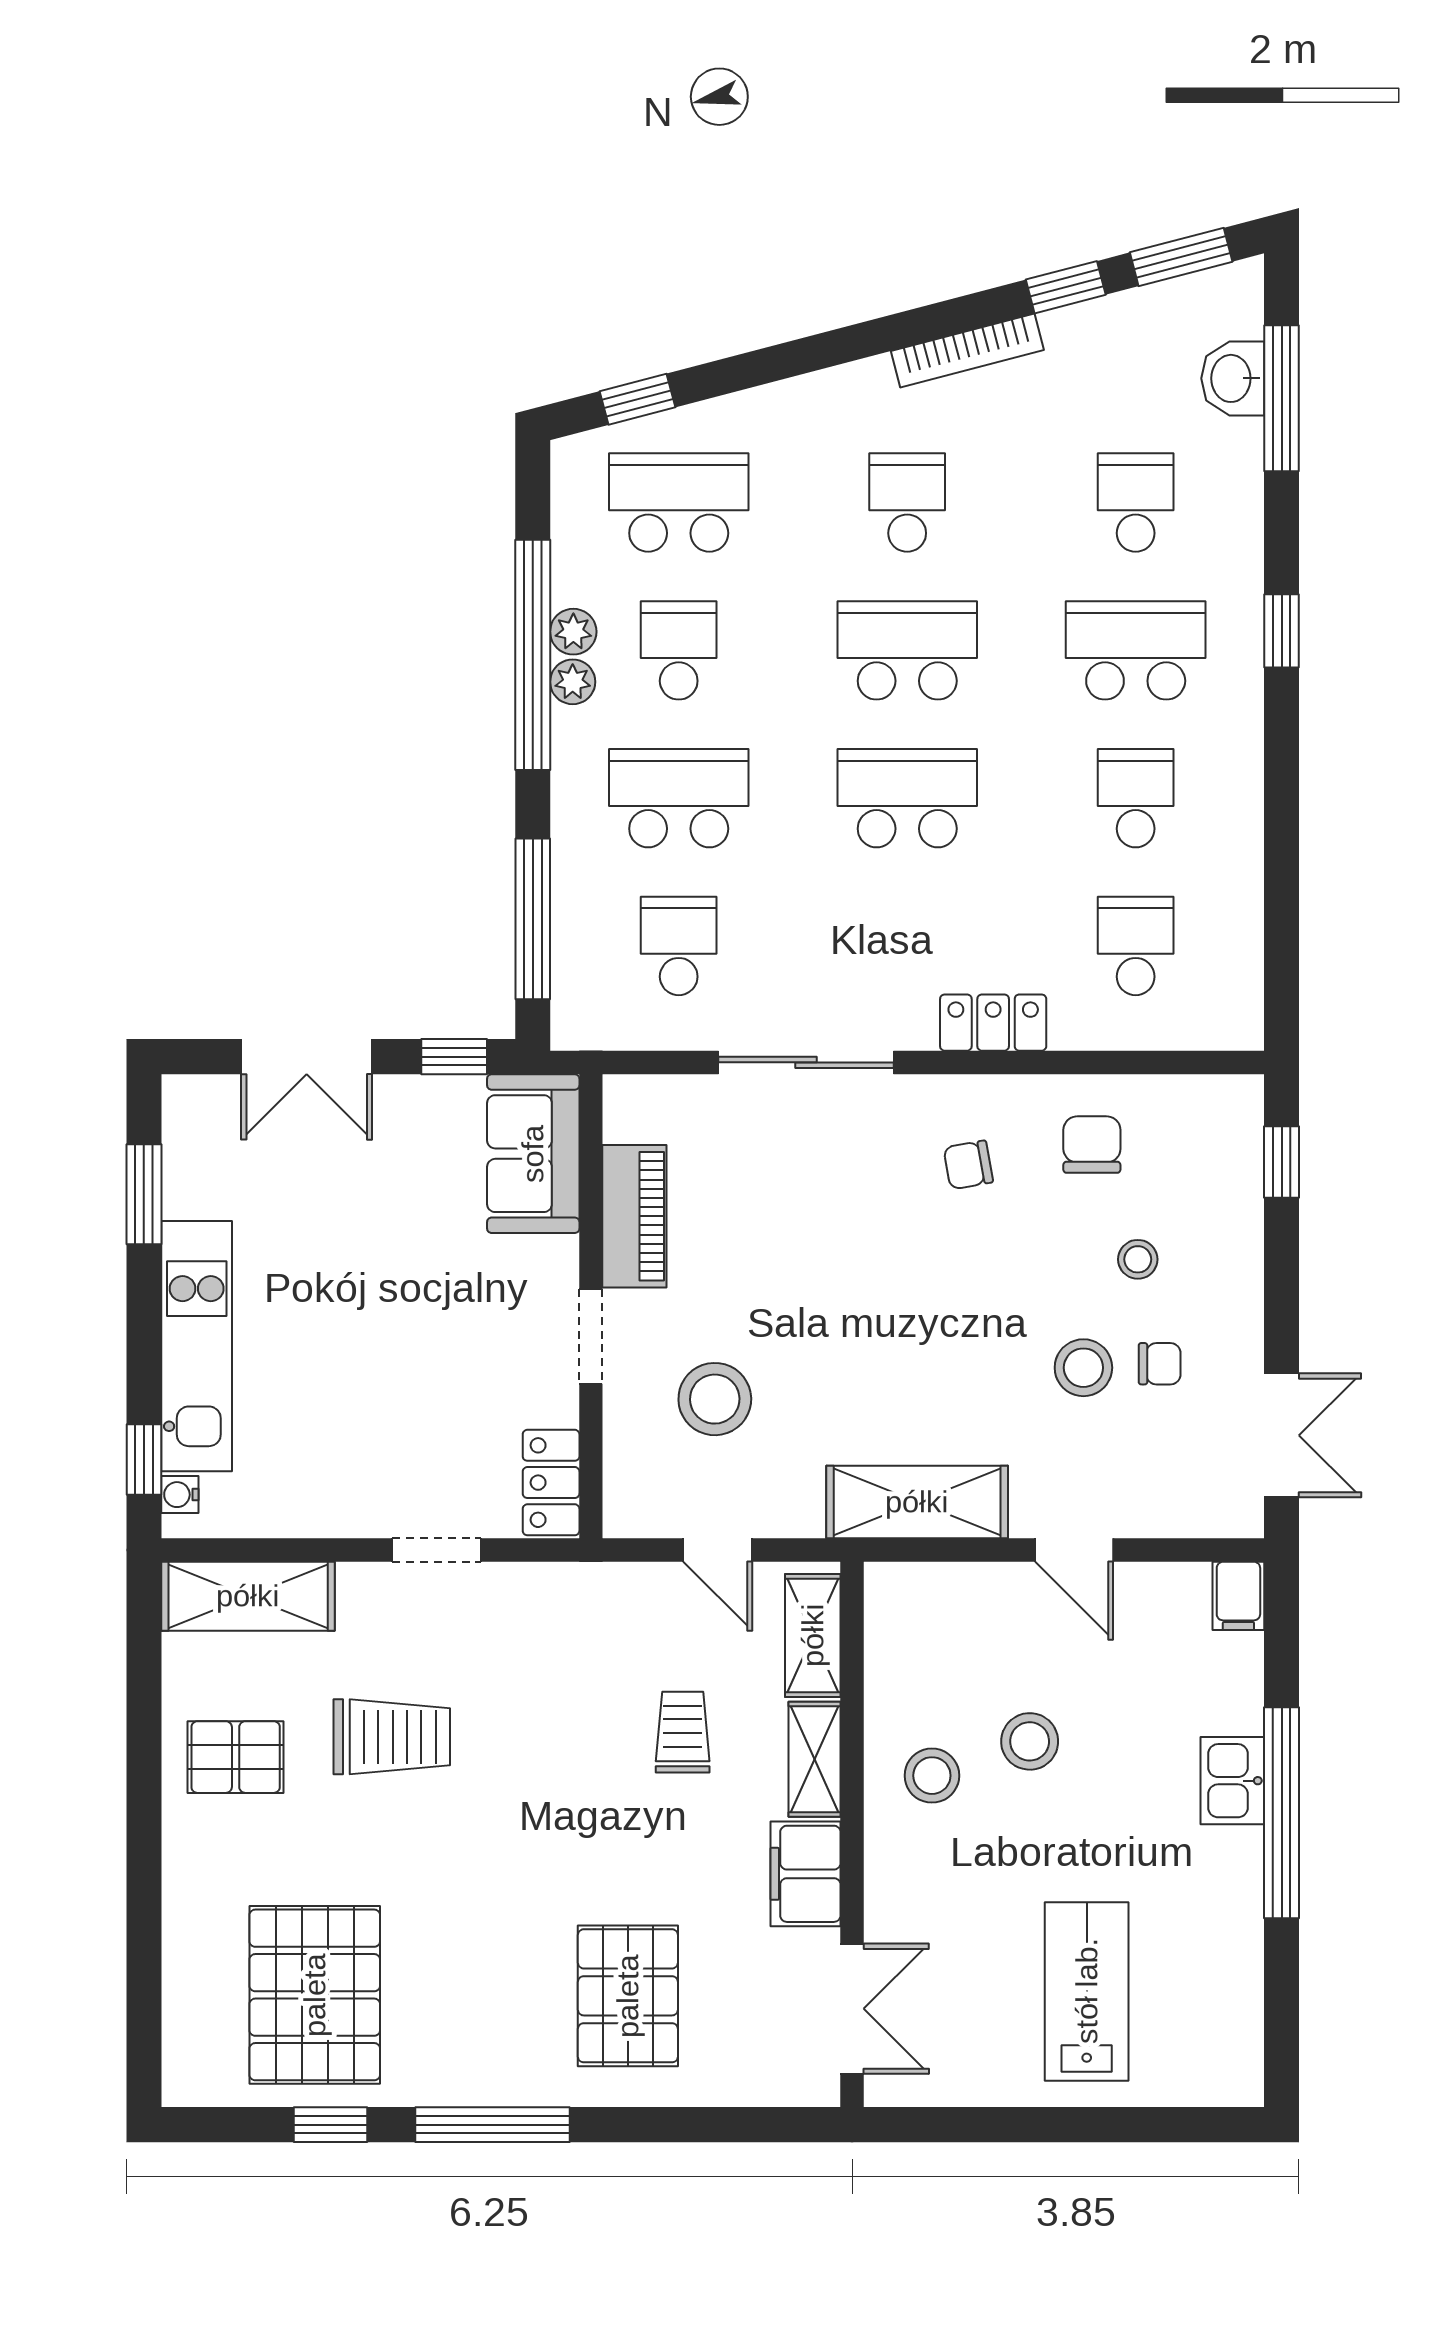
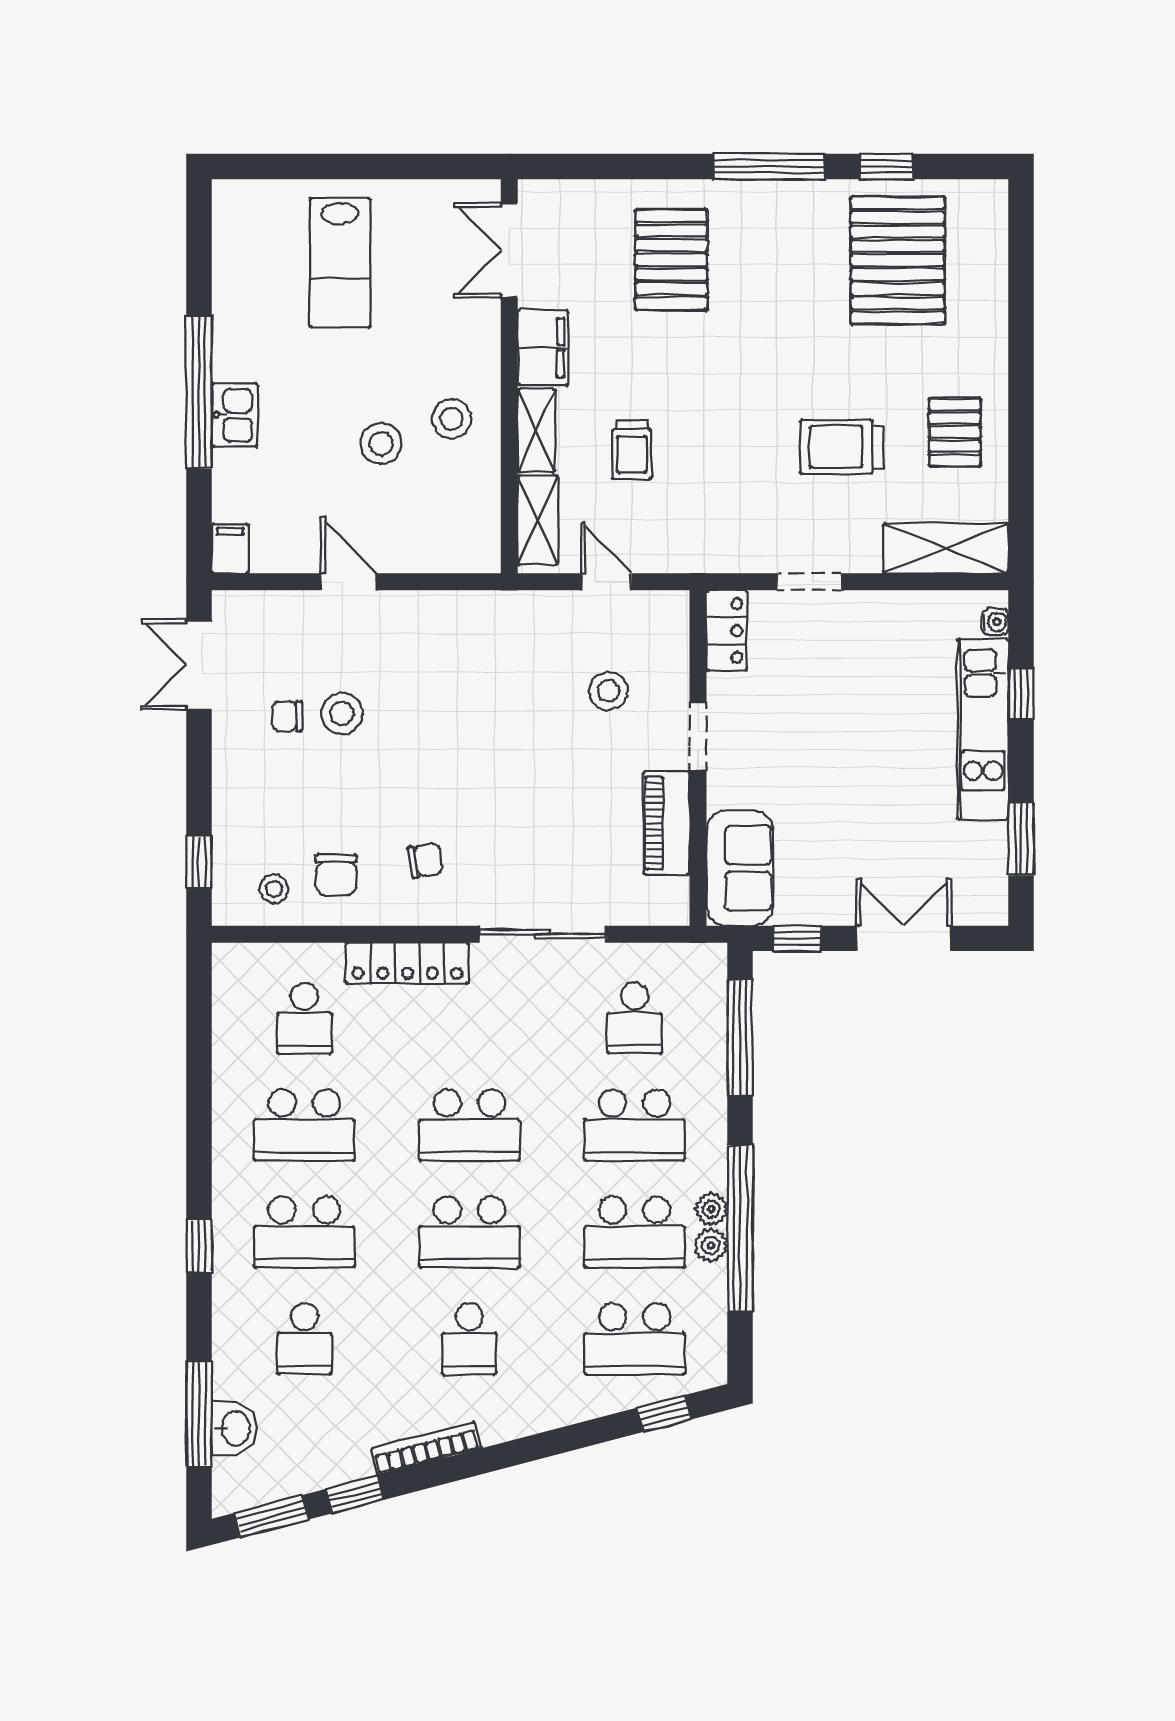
school desk: (679, 650) -> (635, 1232), width x1.85
school desk: (1136, 798) -> (304, 1125), width x1.85
locker: (993, 1023) -> (407, 963), width x1.53
stool: (1138, 1259) -> (274, 889), moved
stool: (715, 1399) -> (609, 691), width x0.73, depth x0.73
window: (144, 1459) -> (1021, 694), moved
shelving: (917, 1502) -> (462, 616), removed
pallet: (236, 1757) -> (955, 432), turned 90

